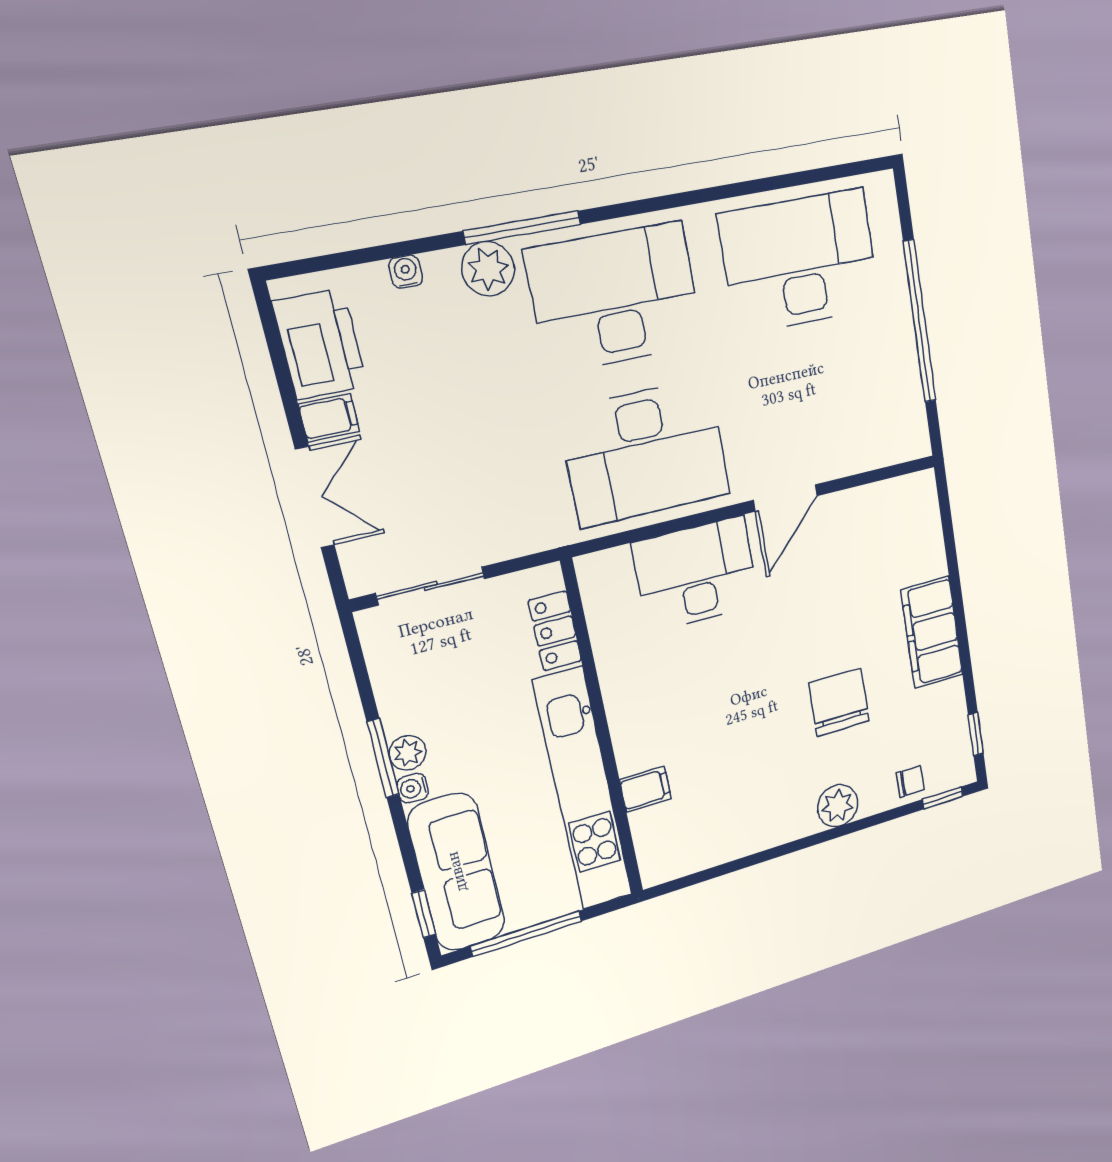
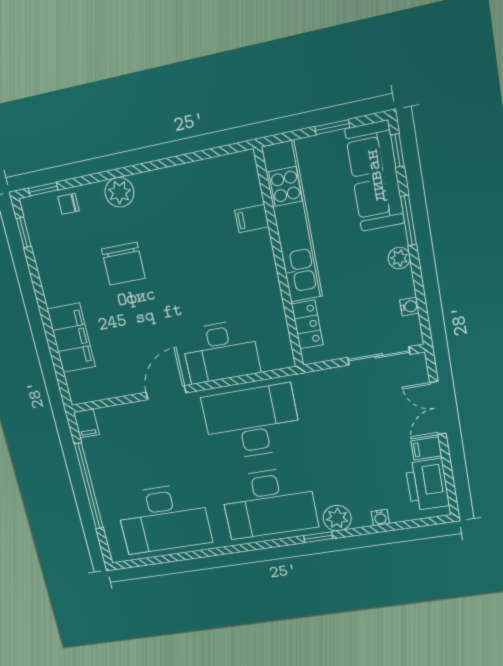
window: (522, 228) -> (318, 537), width x0.46
filing cabinet: (914, 437) -> (86, 423), added
filing cabinet: (932, 632) -> (71, 338), moved
window: (383, 758) -> (408, 220), moved
water cooler: (413, 788) -> (409, 307), moved
window: (526, 934) -> (332, 127), width x0.46

